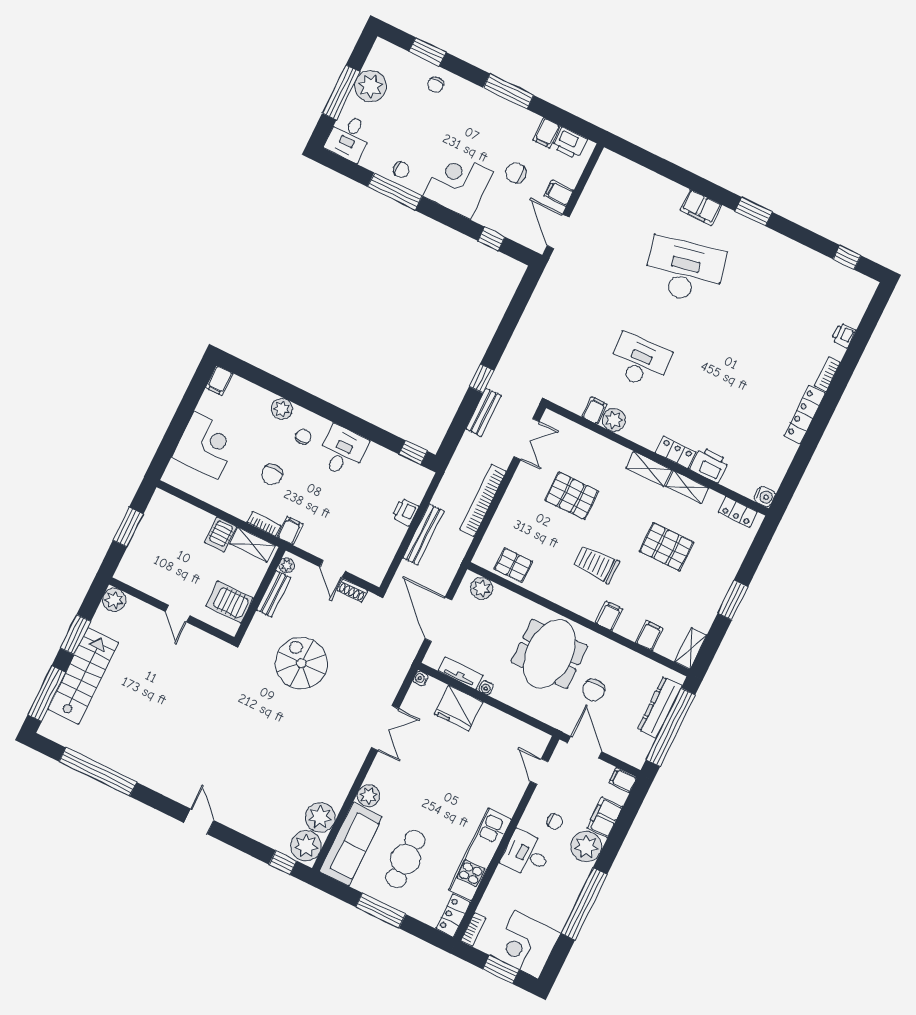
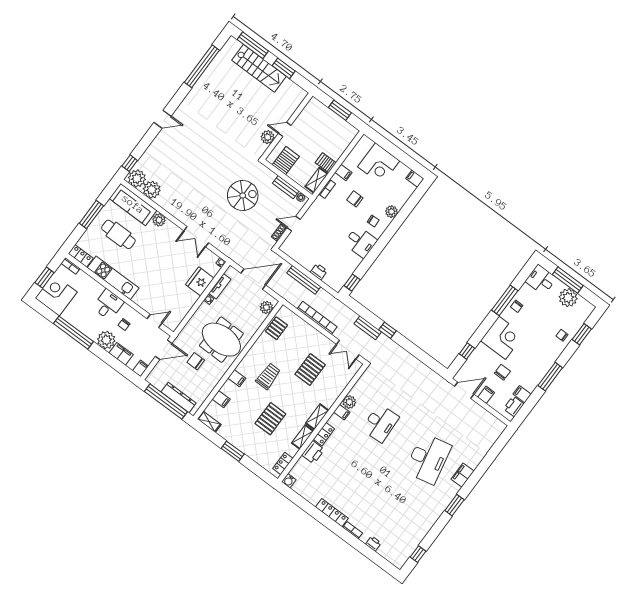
filing cabinet: (594, 410) -> (342, 412), moved
filing cabinet: (290, 531) -> (343, 172), moved
plant: (114, 600) -> (268, 137), moved

